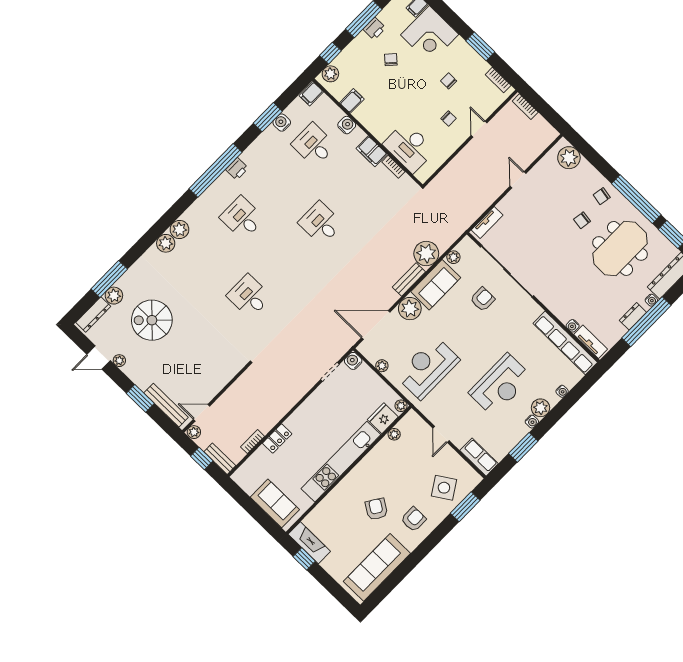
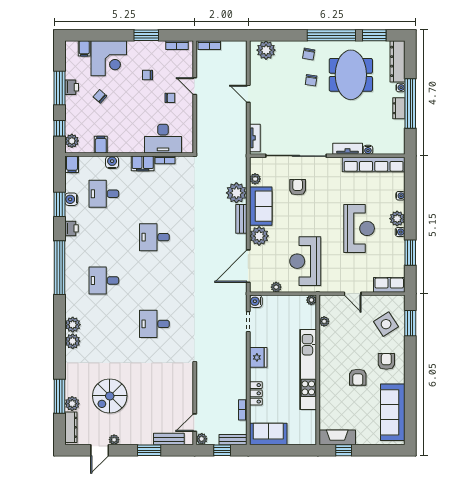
printer: (237, 169) -> (72, 228), moved
tv unit: (591, 342) -> (348, 149), moved
bench: (166, 405) -> (169, 439), width x0.73
fridge: (383, 418) -> (258, 357), moved, turned 180
sofa: (275, 503) -> (268, 434), moved
armchair: (376, 509) -> (358, 377), turned -123

